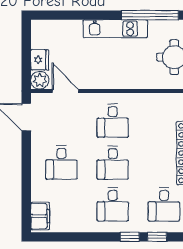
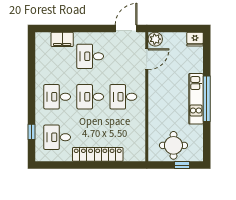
window: (150, 15) -> (207, 99), moved
fridge: (40, 60) -> (195, 39), moved
filing cabinet: (40, 216) -> (62, 39), moved
window: (130, 237) -> (32, 110), removed

